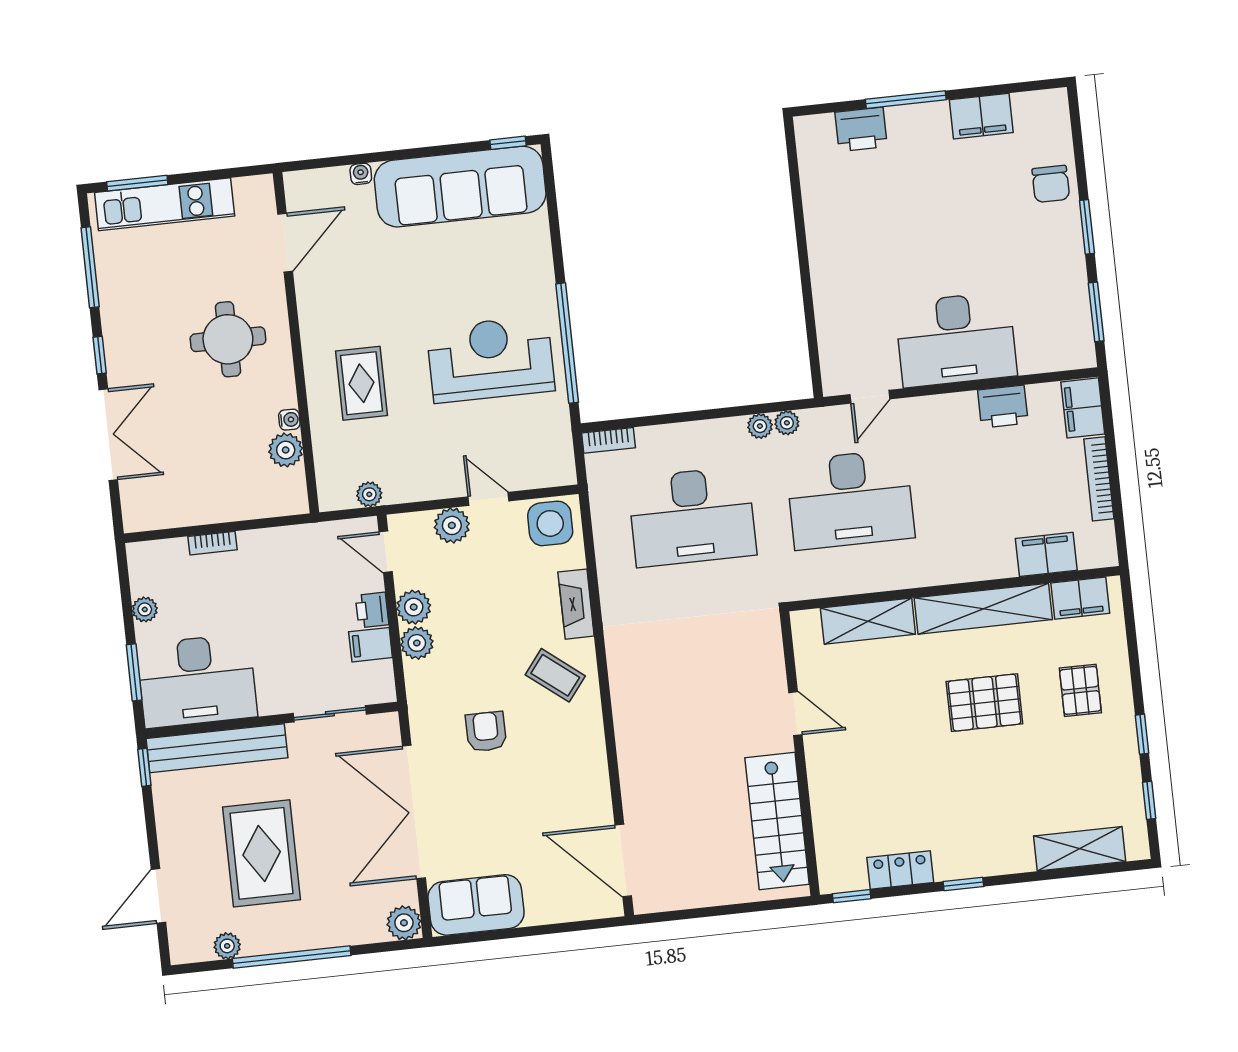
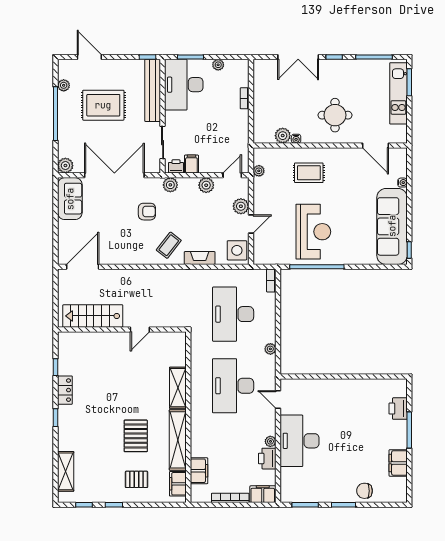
plant: (787, 423) -> (270, 441), moved
printer: (372, 610) -> (176, 166), moved
plant: (417, 643) -> (170, 185), moved
door: (795, 714) -> (140, 329), moved
wall: (800, 754) -> (122, 329), moved
stairs: (777, 821) -> (93, 316), moved

